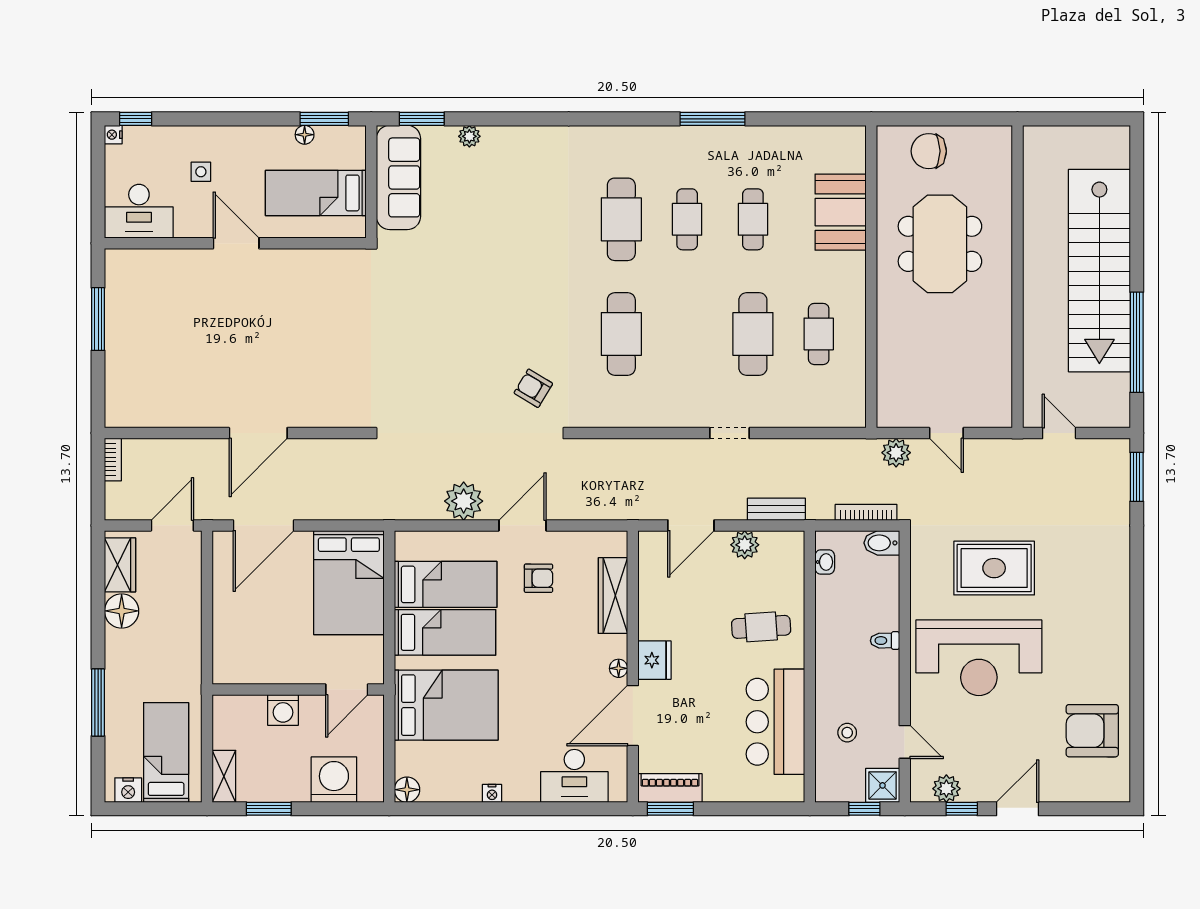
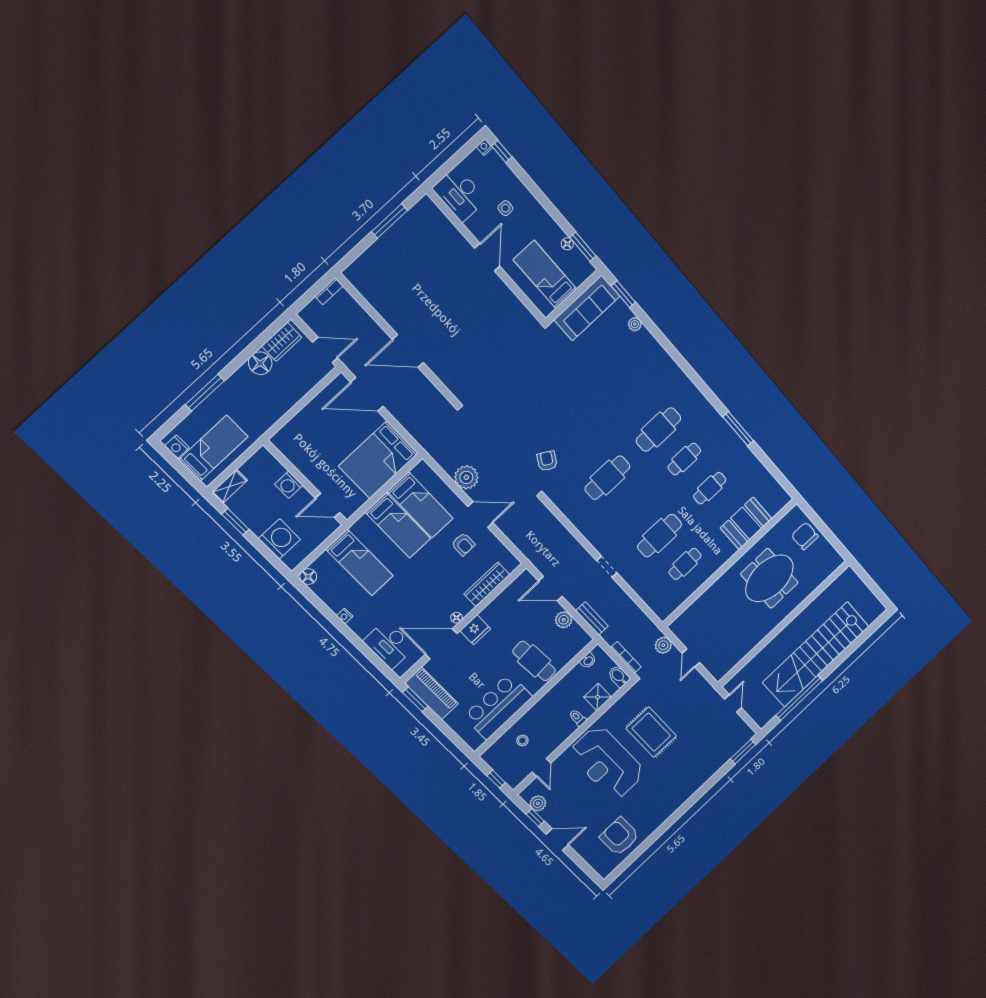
cafe table: (761, 627) -> (534, 661), width x1.37, depth x1.35
bed: (446, 705) -> (360, 563), width x0.67
shower: (883, 785) -> (598, 697), moved
piano: (670, 788) -> (432, 693), width x1.37, depth x1.33

